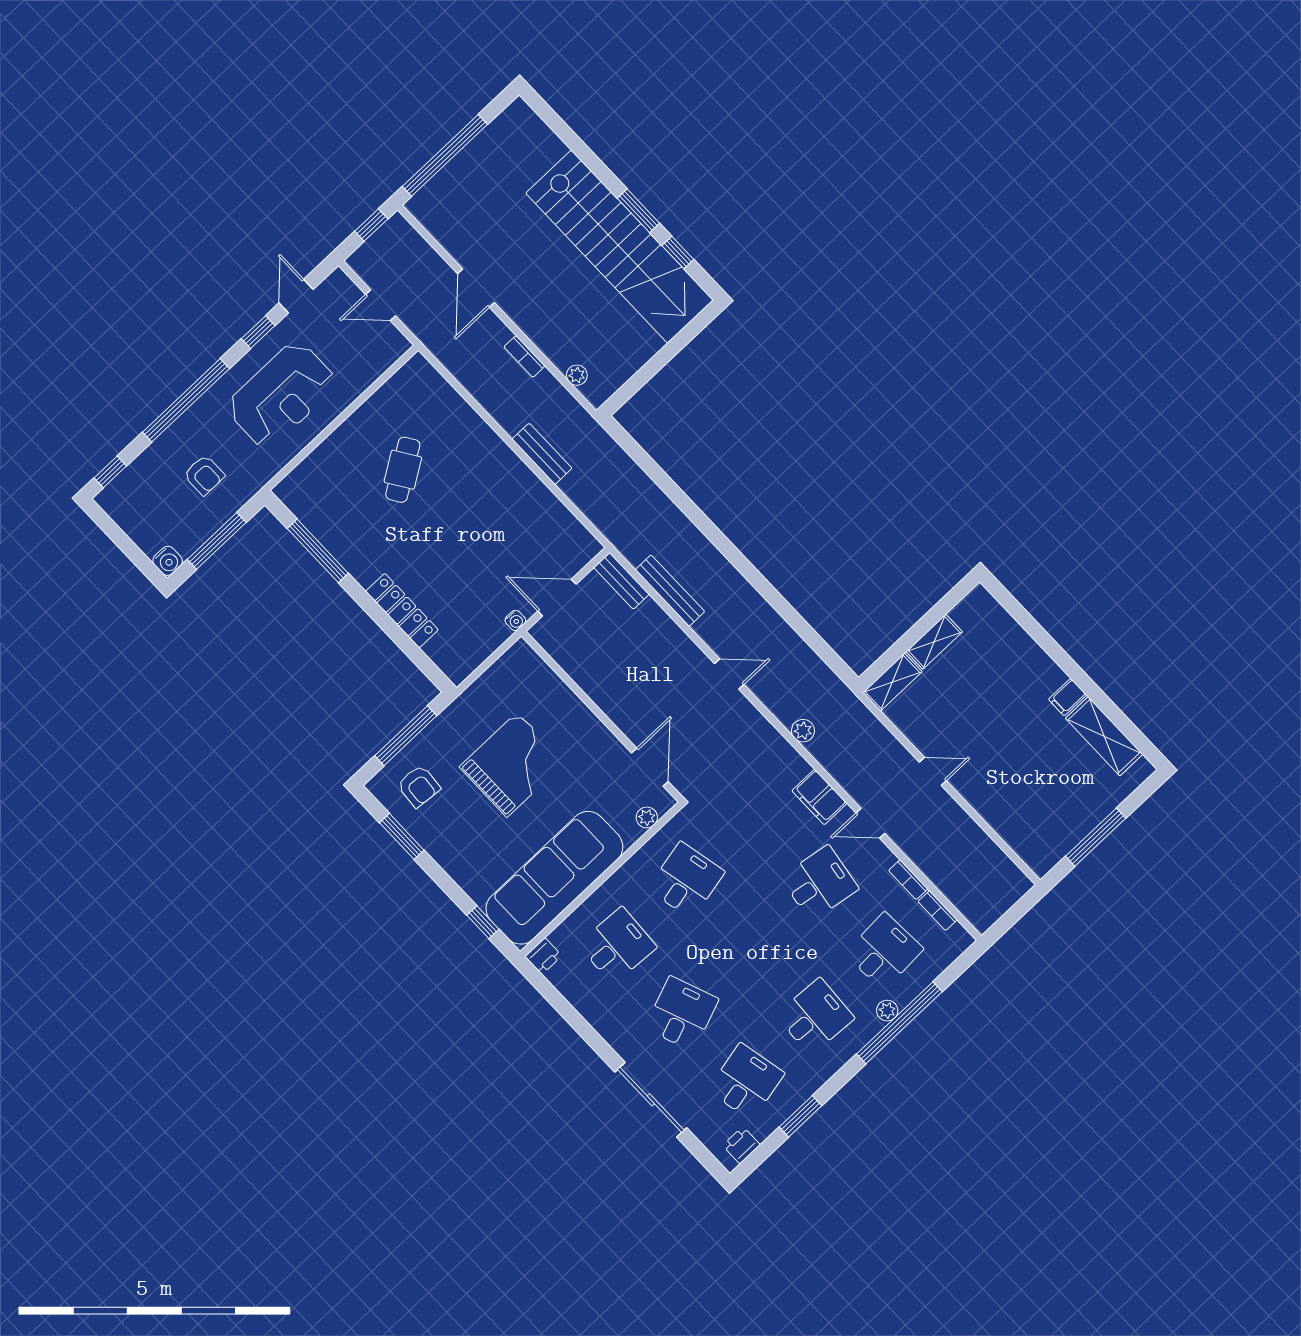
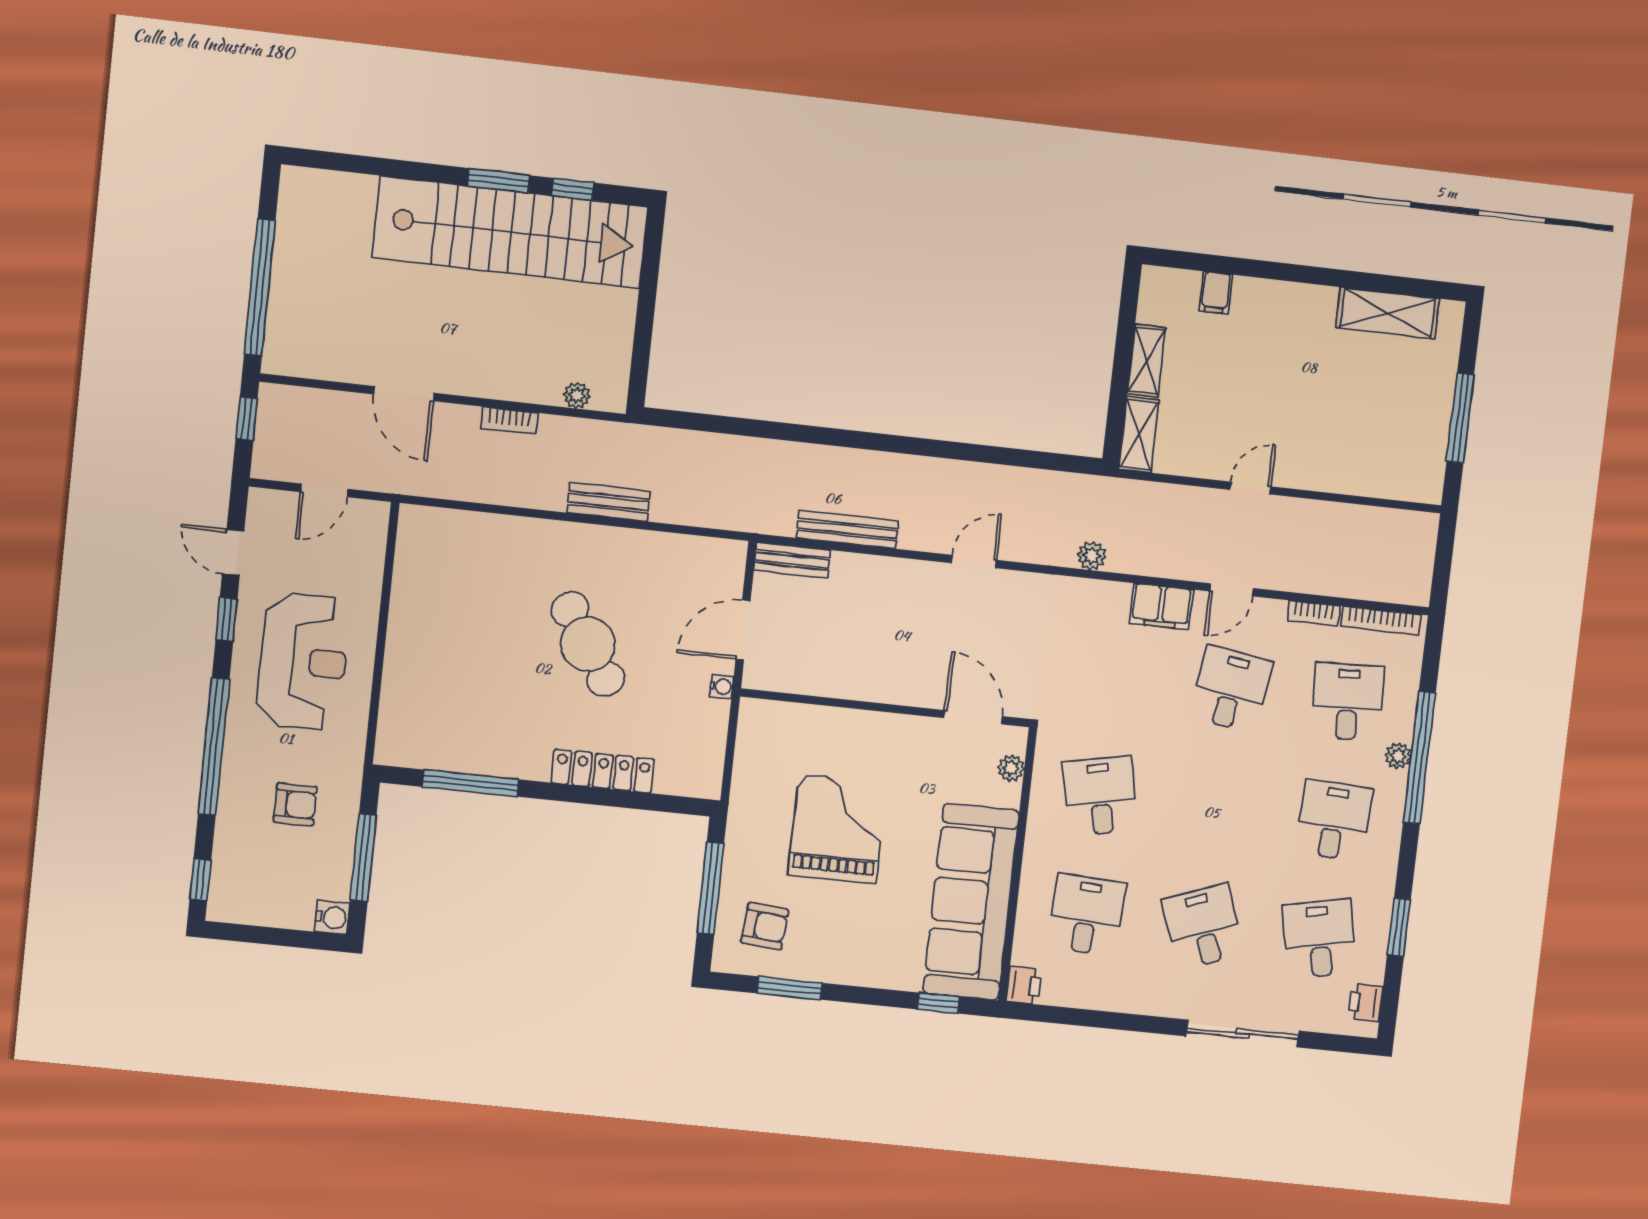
cafe table: (403, 470) -> (588, 644), moved, width x1.37, depth x1.35
filing cabinet: (1068, 697) -> (1216, 293), moved
bookcase: (937, 911) -> (1381, 621), width x1.56

